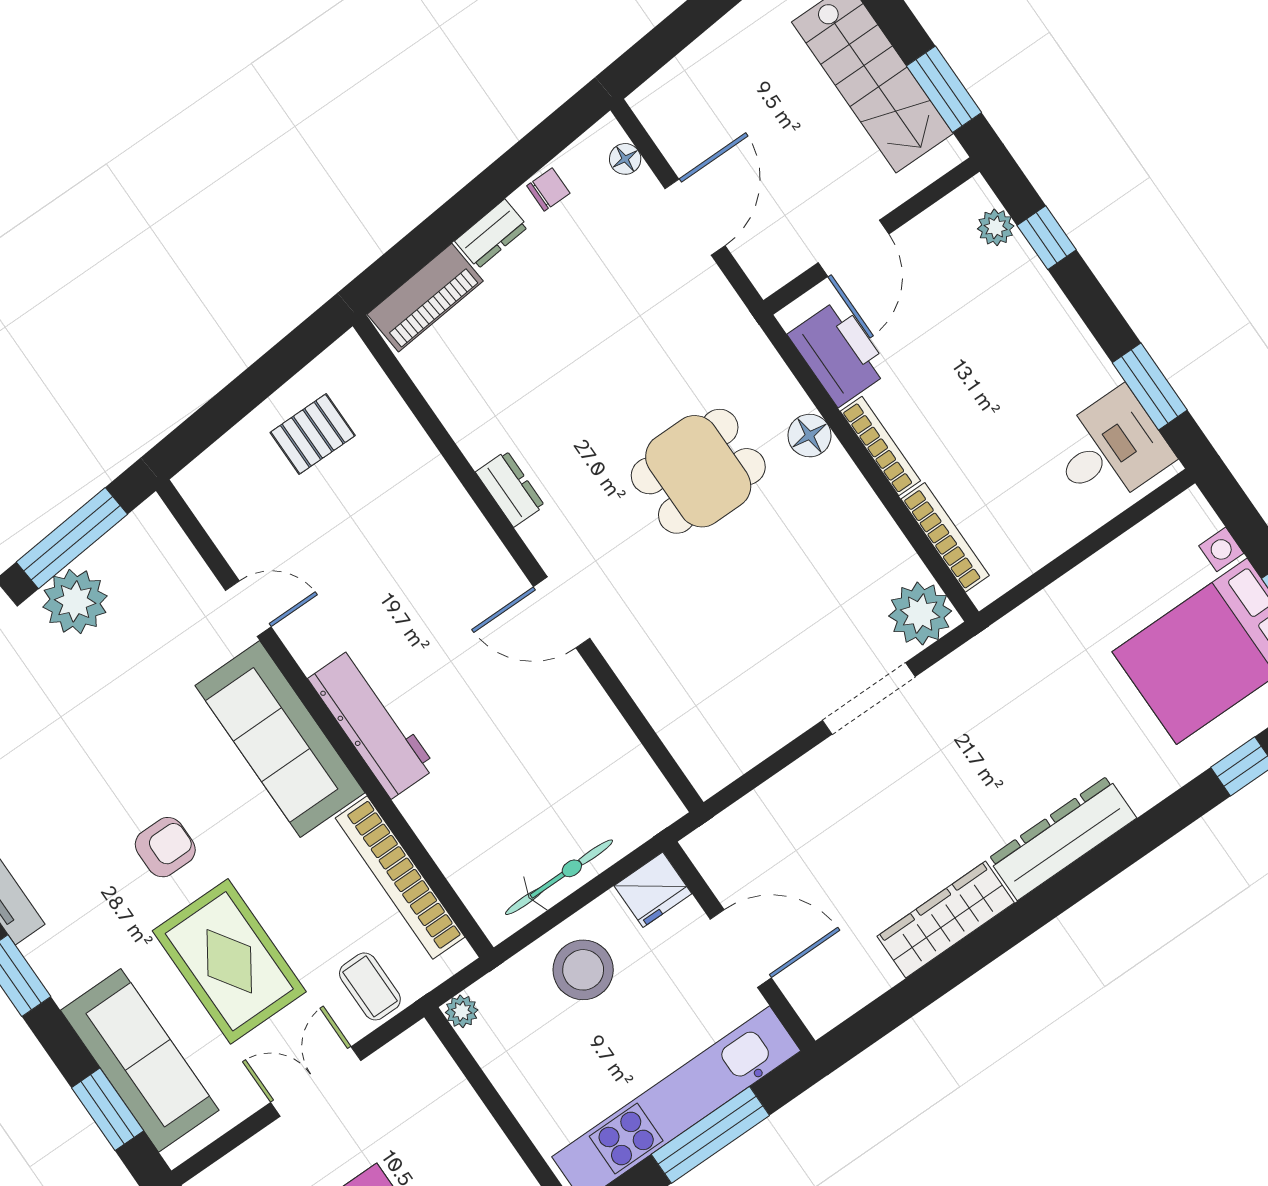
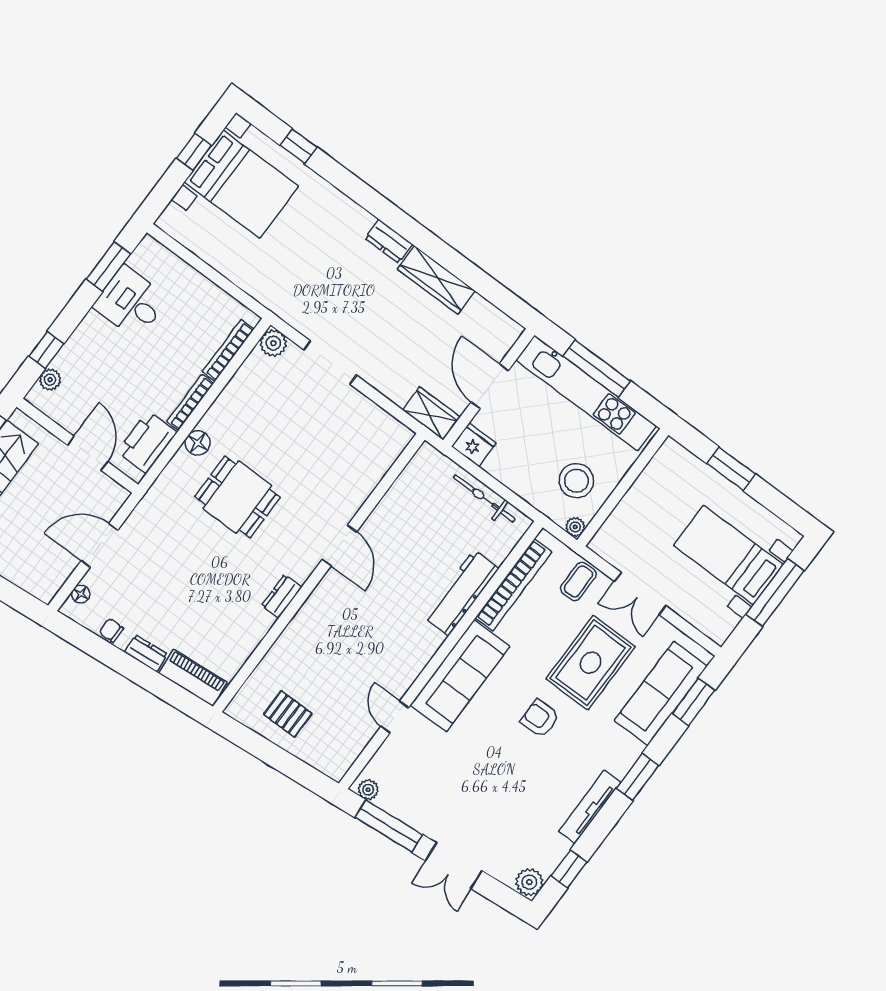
door: (853, 248) -> (88, 453), hinge flipped
desk: (1110, 449) -> (131, 302), moved
plant: (75, 601) -> (368, 790), moved, width x0.53, depth x0.53
plant: (920, 614) -> (273, 343), width x0.73, depth x0.73
workbench: (372, 723) -> (461, 593), moved
wardrobe: (729, 837) -> (431, 413), added
dresser: (1062, 838) -> (389, 241), width x0.51, depth x0.80
stool: (583, 970) -> (576, 481), moved

